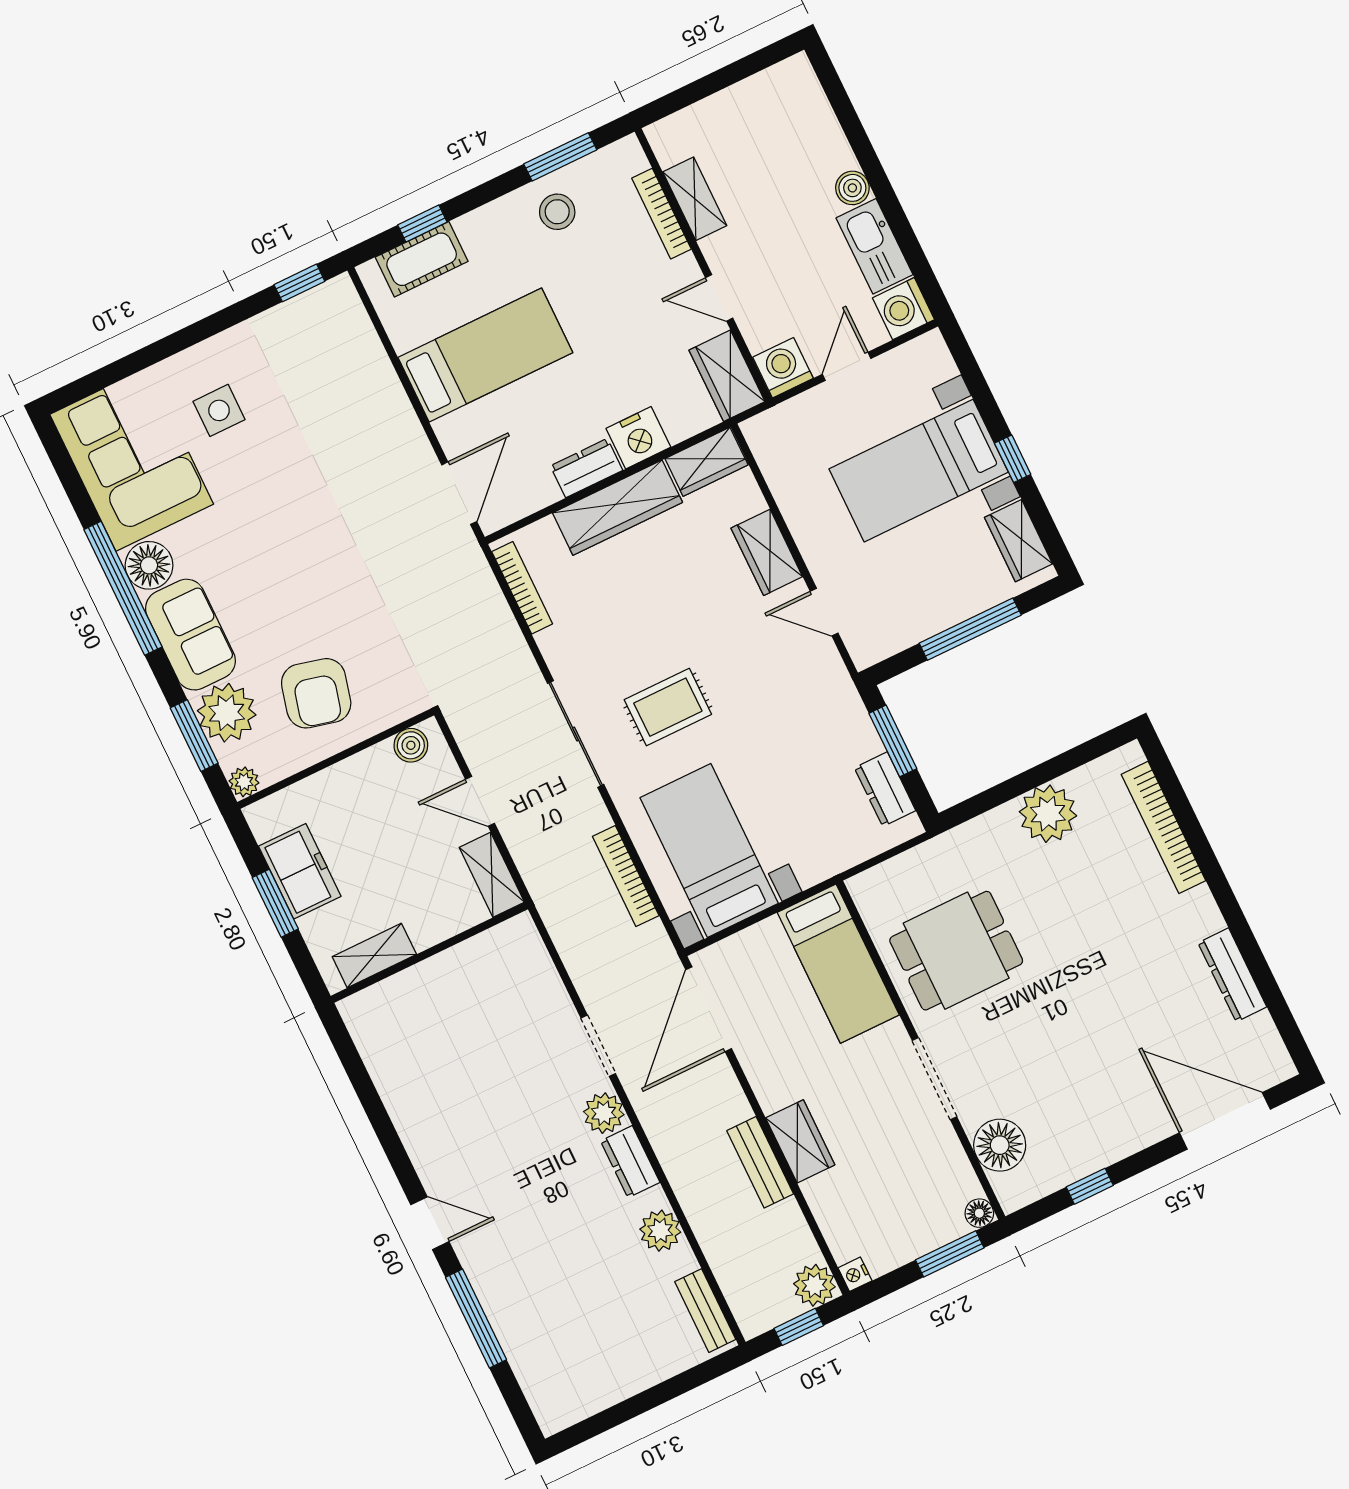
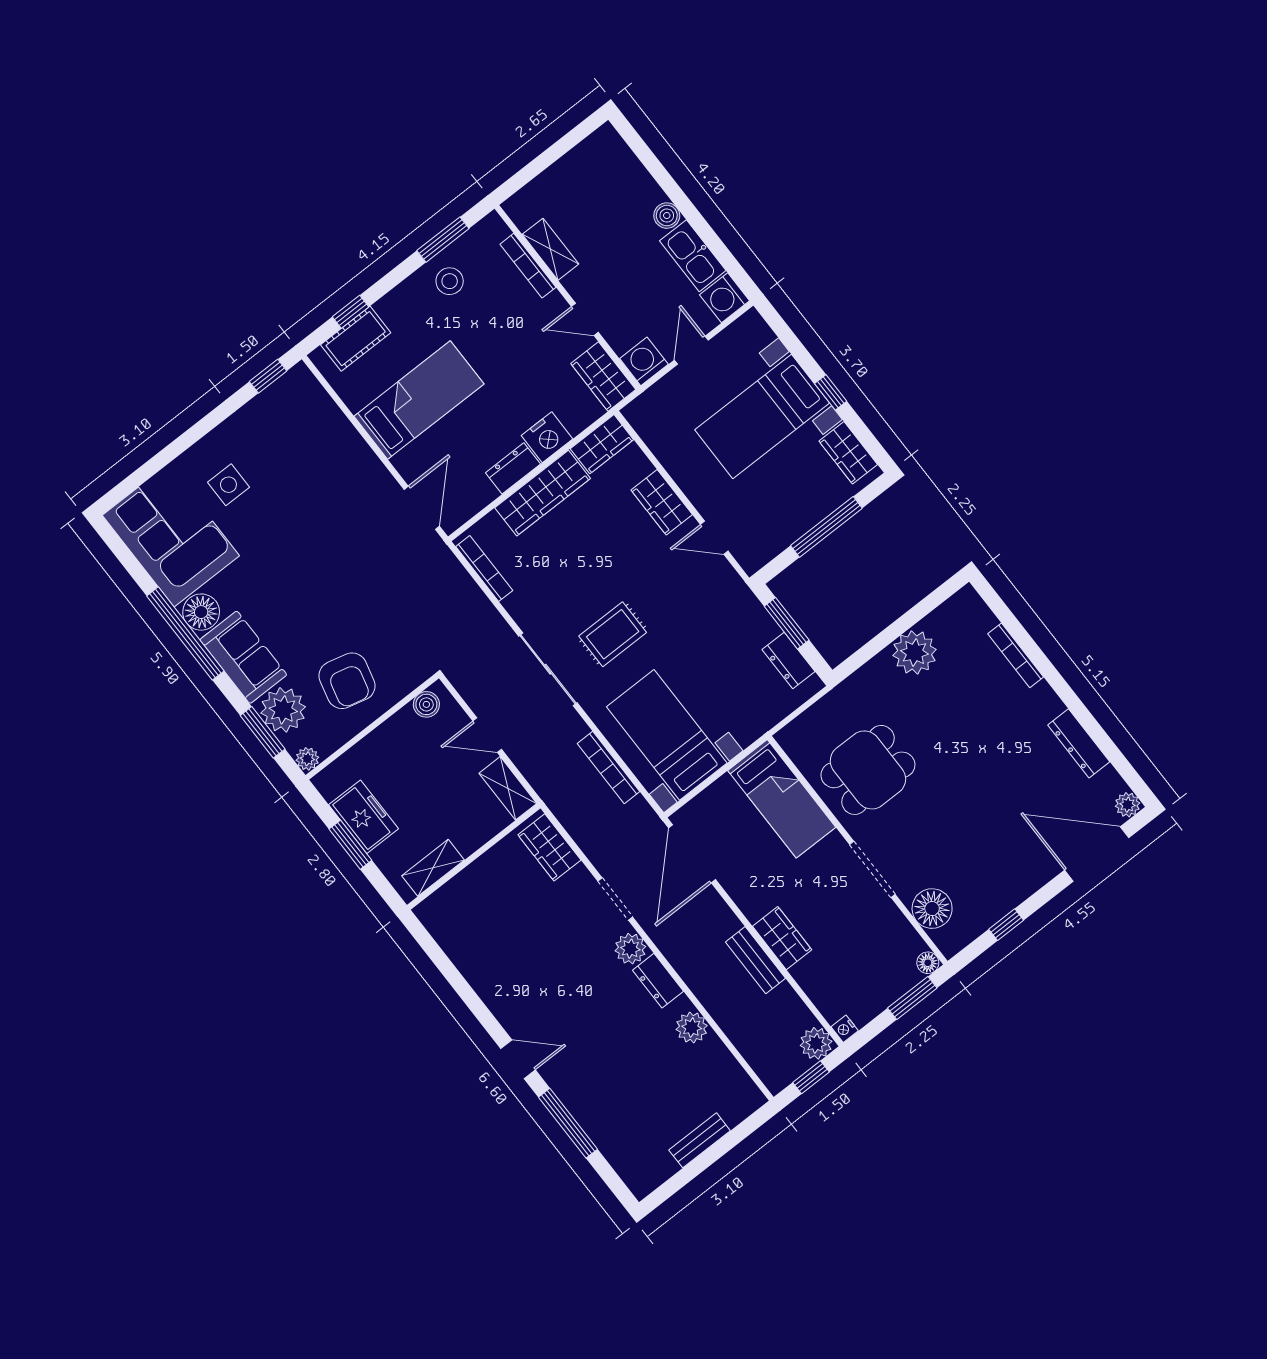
bookcase: (1163, 827) -> (1016, 655), width x0.68, depth x0.76
wardrobe: (528, 961) -> (549, 847), added
plant: (1278, 1067) -> (1128, 805), added
bench: (705, 1311) -> (700, 1140), moved, turned 90

